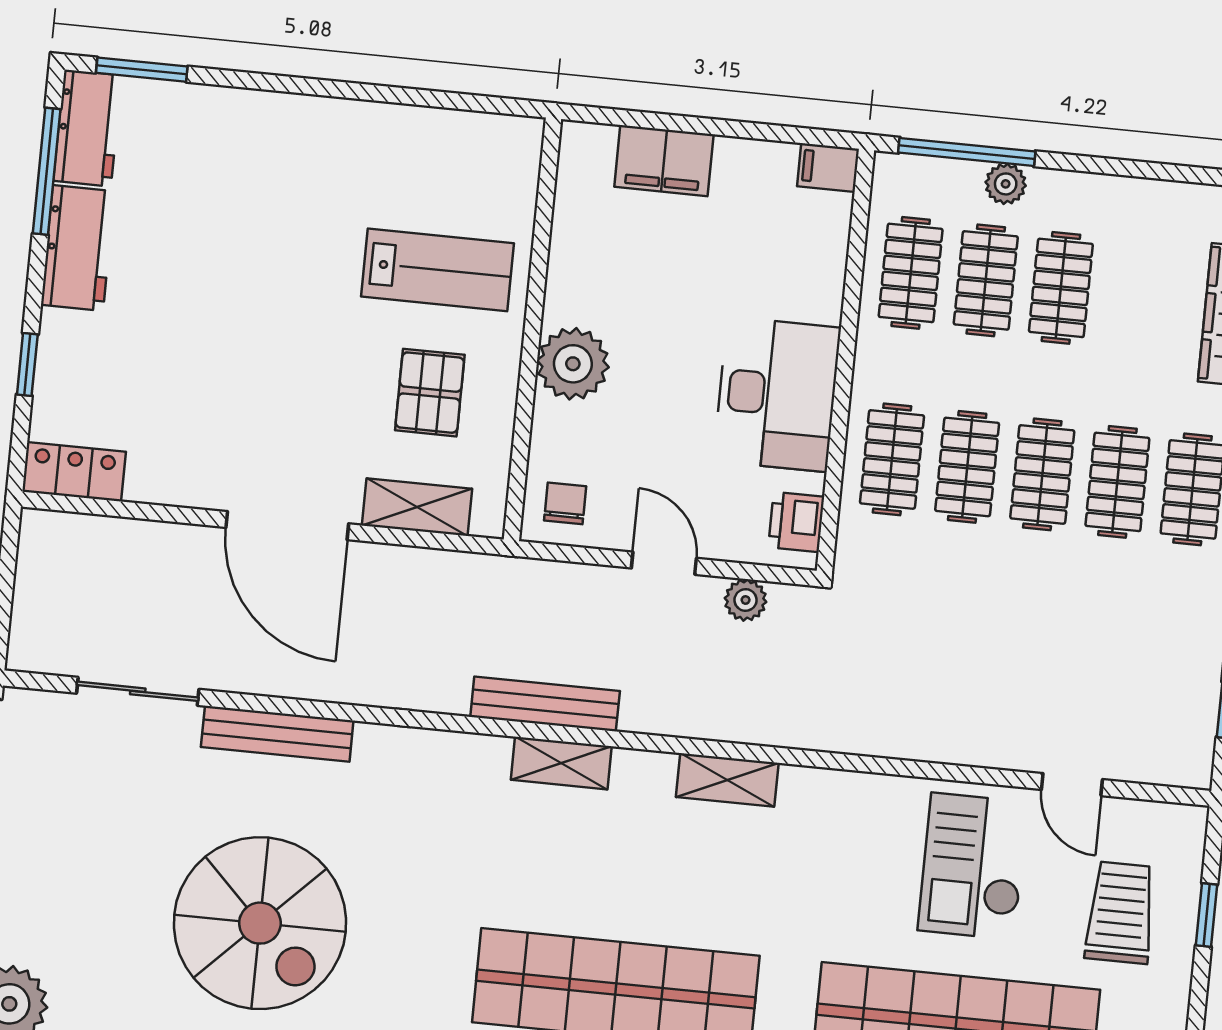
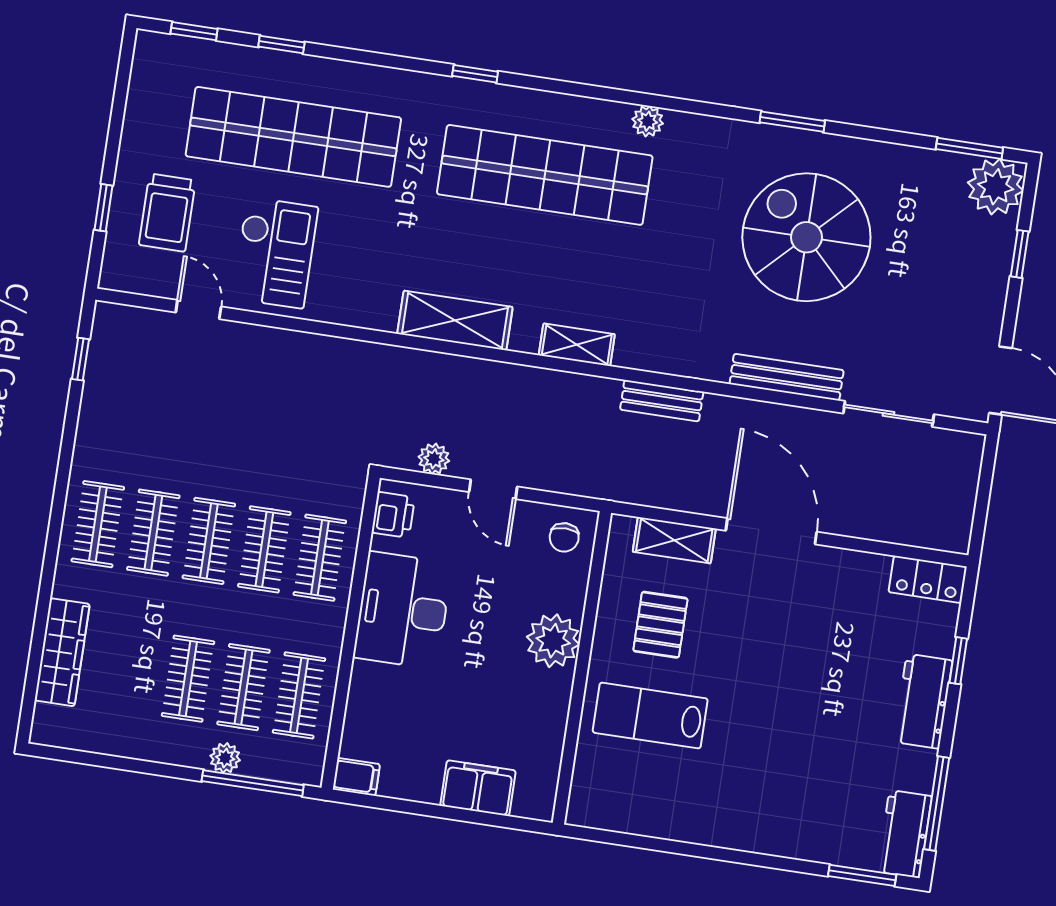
workbench: (78, 248) -> (923, 701), moved
bench: (545, 704) -> (662, 401), moved, width x0.73
shelving: (727, 780) -> (455, 320), width x1.50, depth x1.33

